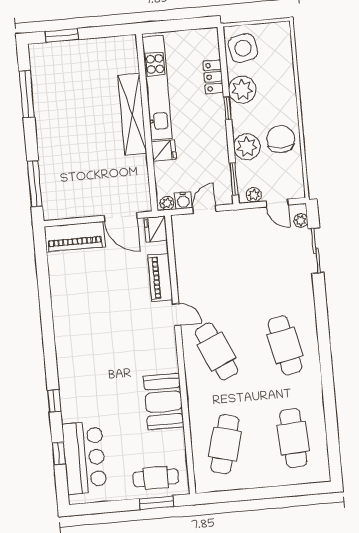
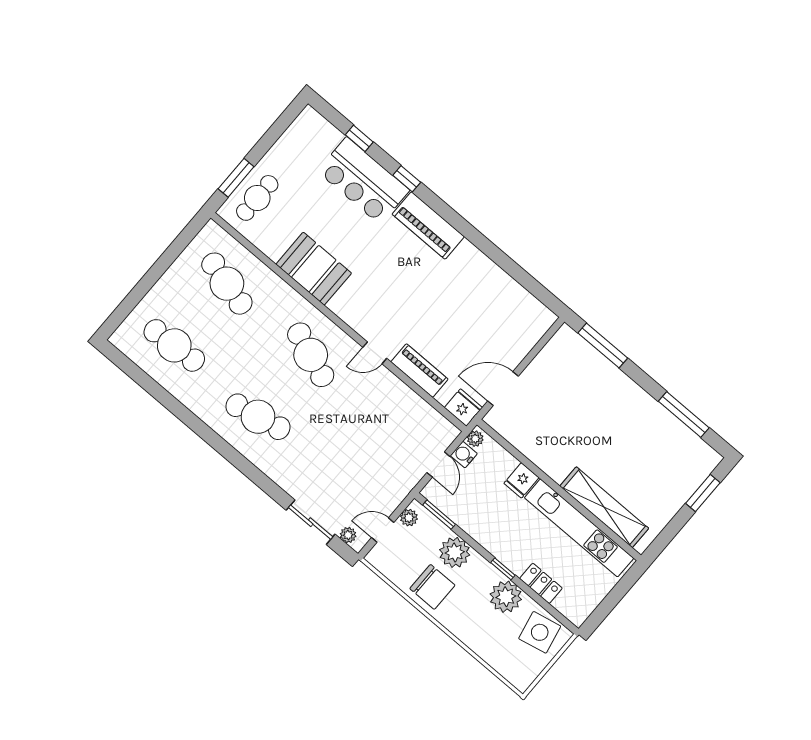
shelving: (132, 114) -> (604, 507), moved
piano: (75, 237) -> (428, 225), moved, turned -90
cafe table: (217, 351) -> (311, 355), turned 45
bar counter: (84, 458) -> (363, 181), moved

